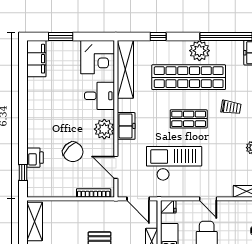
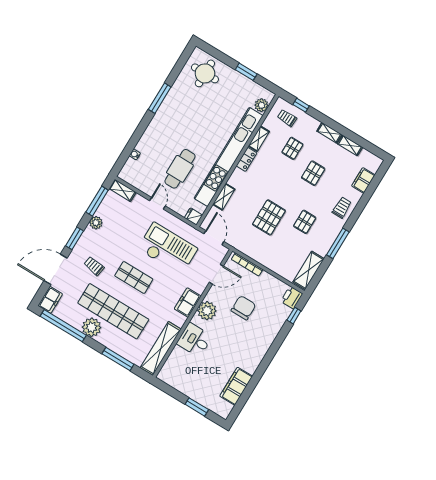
window: (158, 37) -> (118, 359), width x2.17
corner desk: (98, 57) -> (177, 372), removed
filing cabinet: (36, 59) -> (236, 386), moved
chair: (73, 152) -> (243, 308), turned 45
printer: (35, 158) -> (292, 297), moved
checkout: (174, 163) -> (168, 249), turned 180
door: (116, 167) -> (216, 274), hinge flipped

